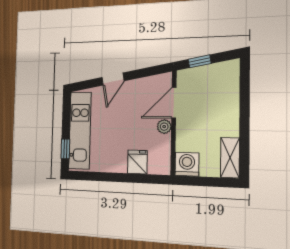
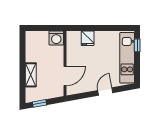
window: (199, 61) -> (39, 103), moved
plant: (164, 127) -> (71, 61), removed
shelving: (230, 158) -> (31, 75), moved

